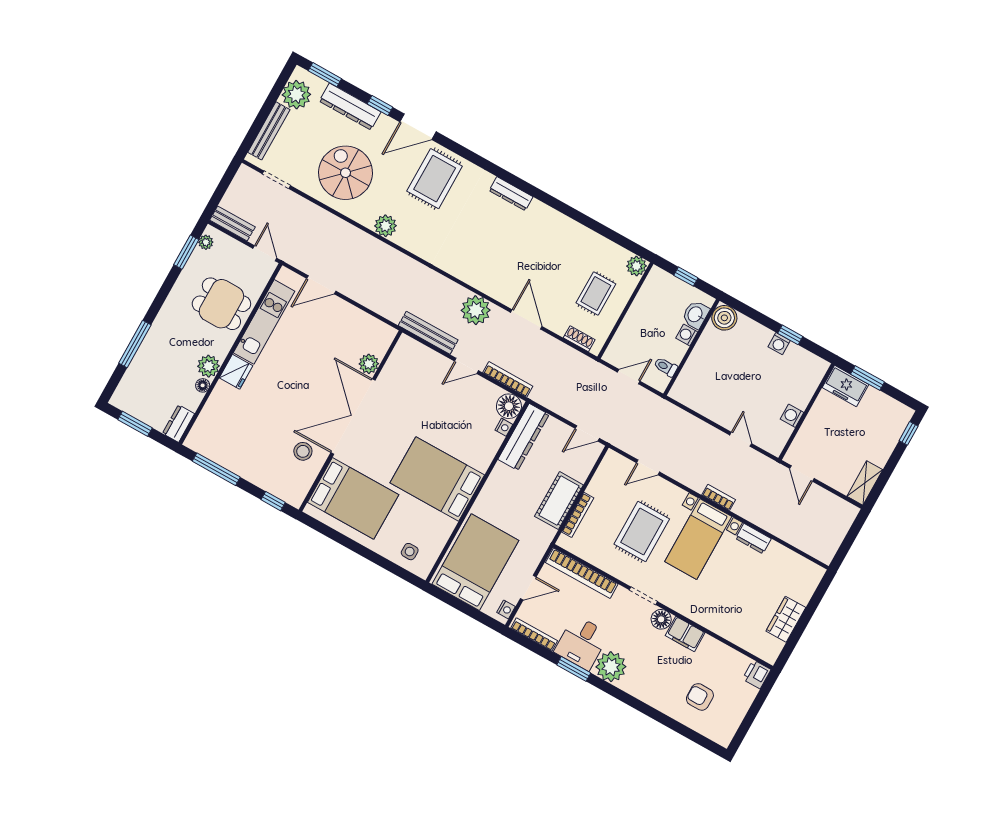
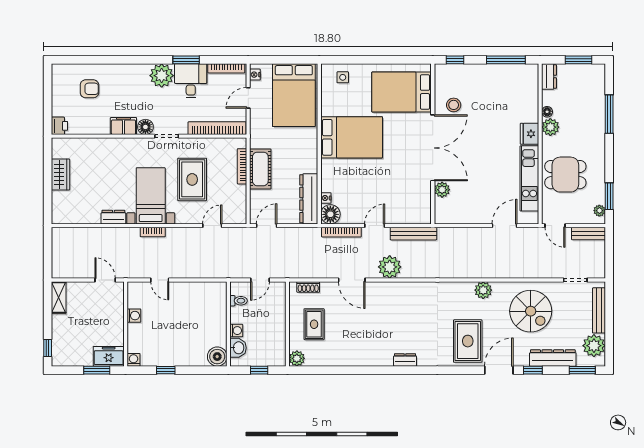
dresser: (511, 194) -> (405, 360), width x0.70
washing machine: (779, 344) -> (133, 360), moved

